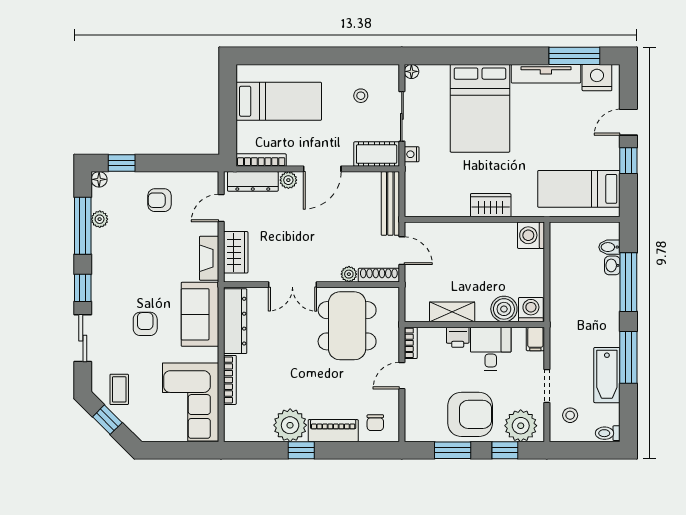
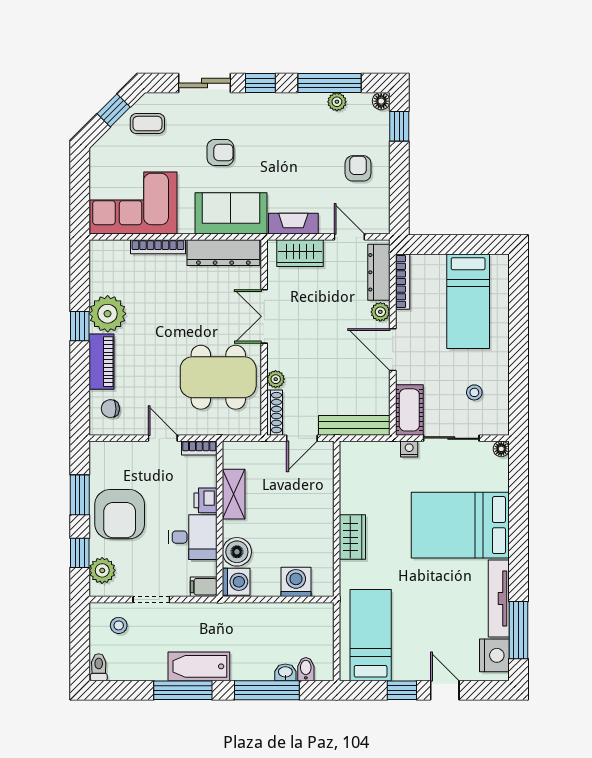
washing machine: (531, 235) -> (296, 582), moved
bathtub: (607, 375) -> (199, 666), moved
plant: (521, 426) -> (102, 570), width x0.73, depth x0.73

